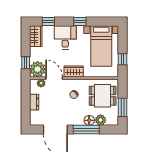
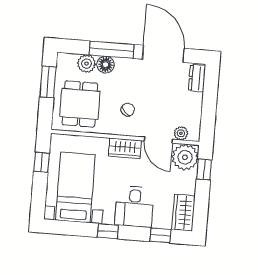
dining table: (103, 96) -> (80, 104), turned 90
dresser: (34, 102) -> (197, 78), moved

